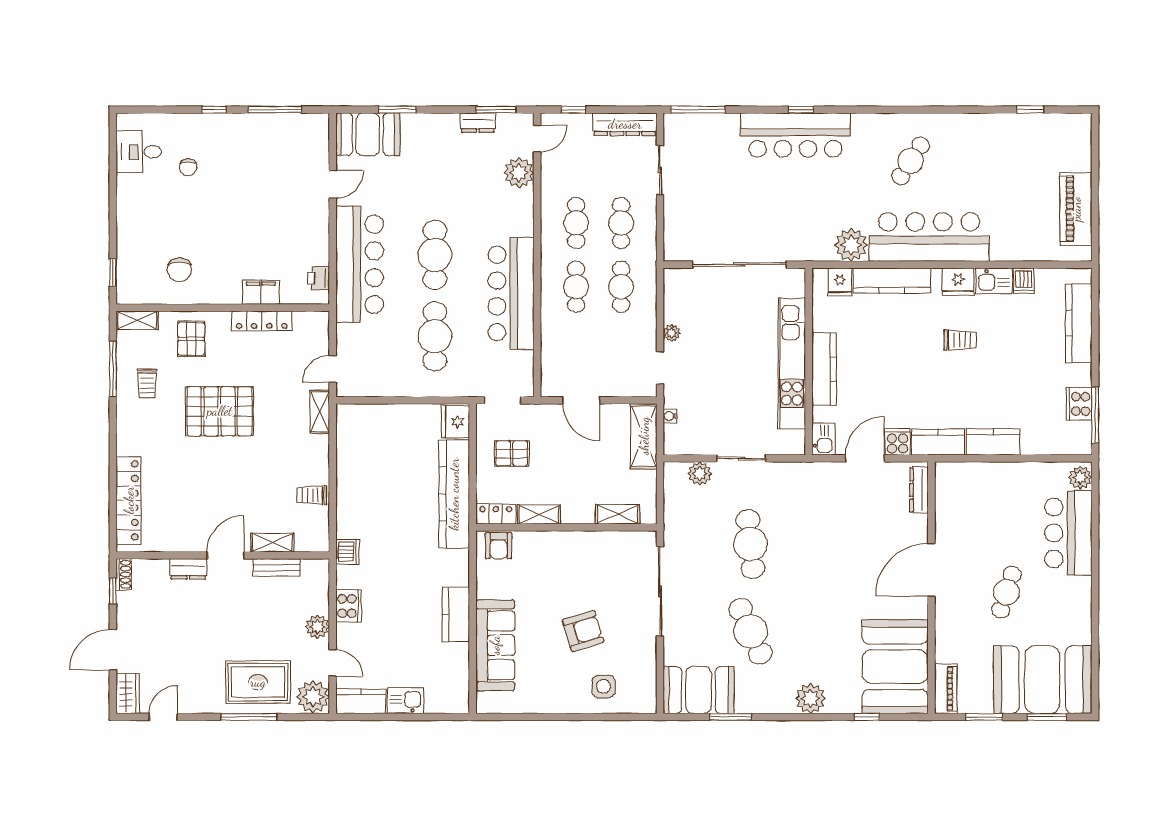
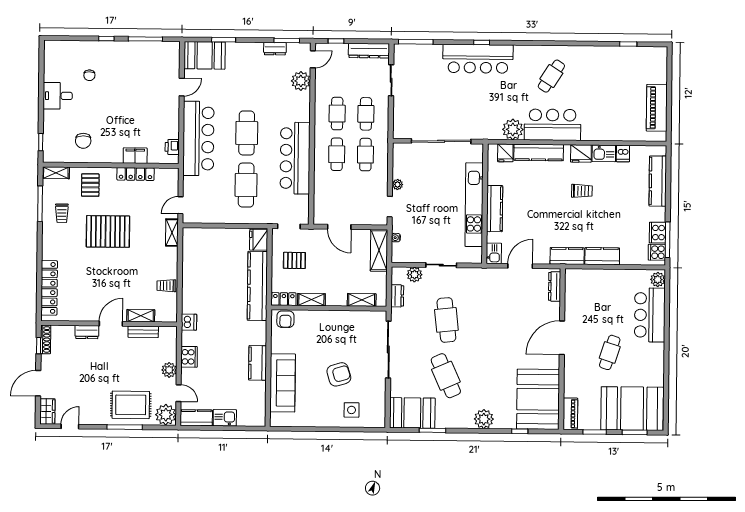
desk: (139, 152) -> (58, 96), moved
bar counter: (929, 237) -> (553, 125), width x0.73
cooker: (897, 442) -> (657, 252), moved, turned -90
dresser: (673, 507) -> (397, 296), added
shoe rack: (124, 574) -> (46, 339), width x1.43

